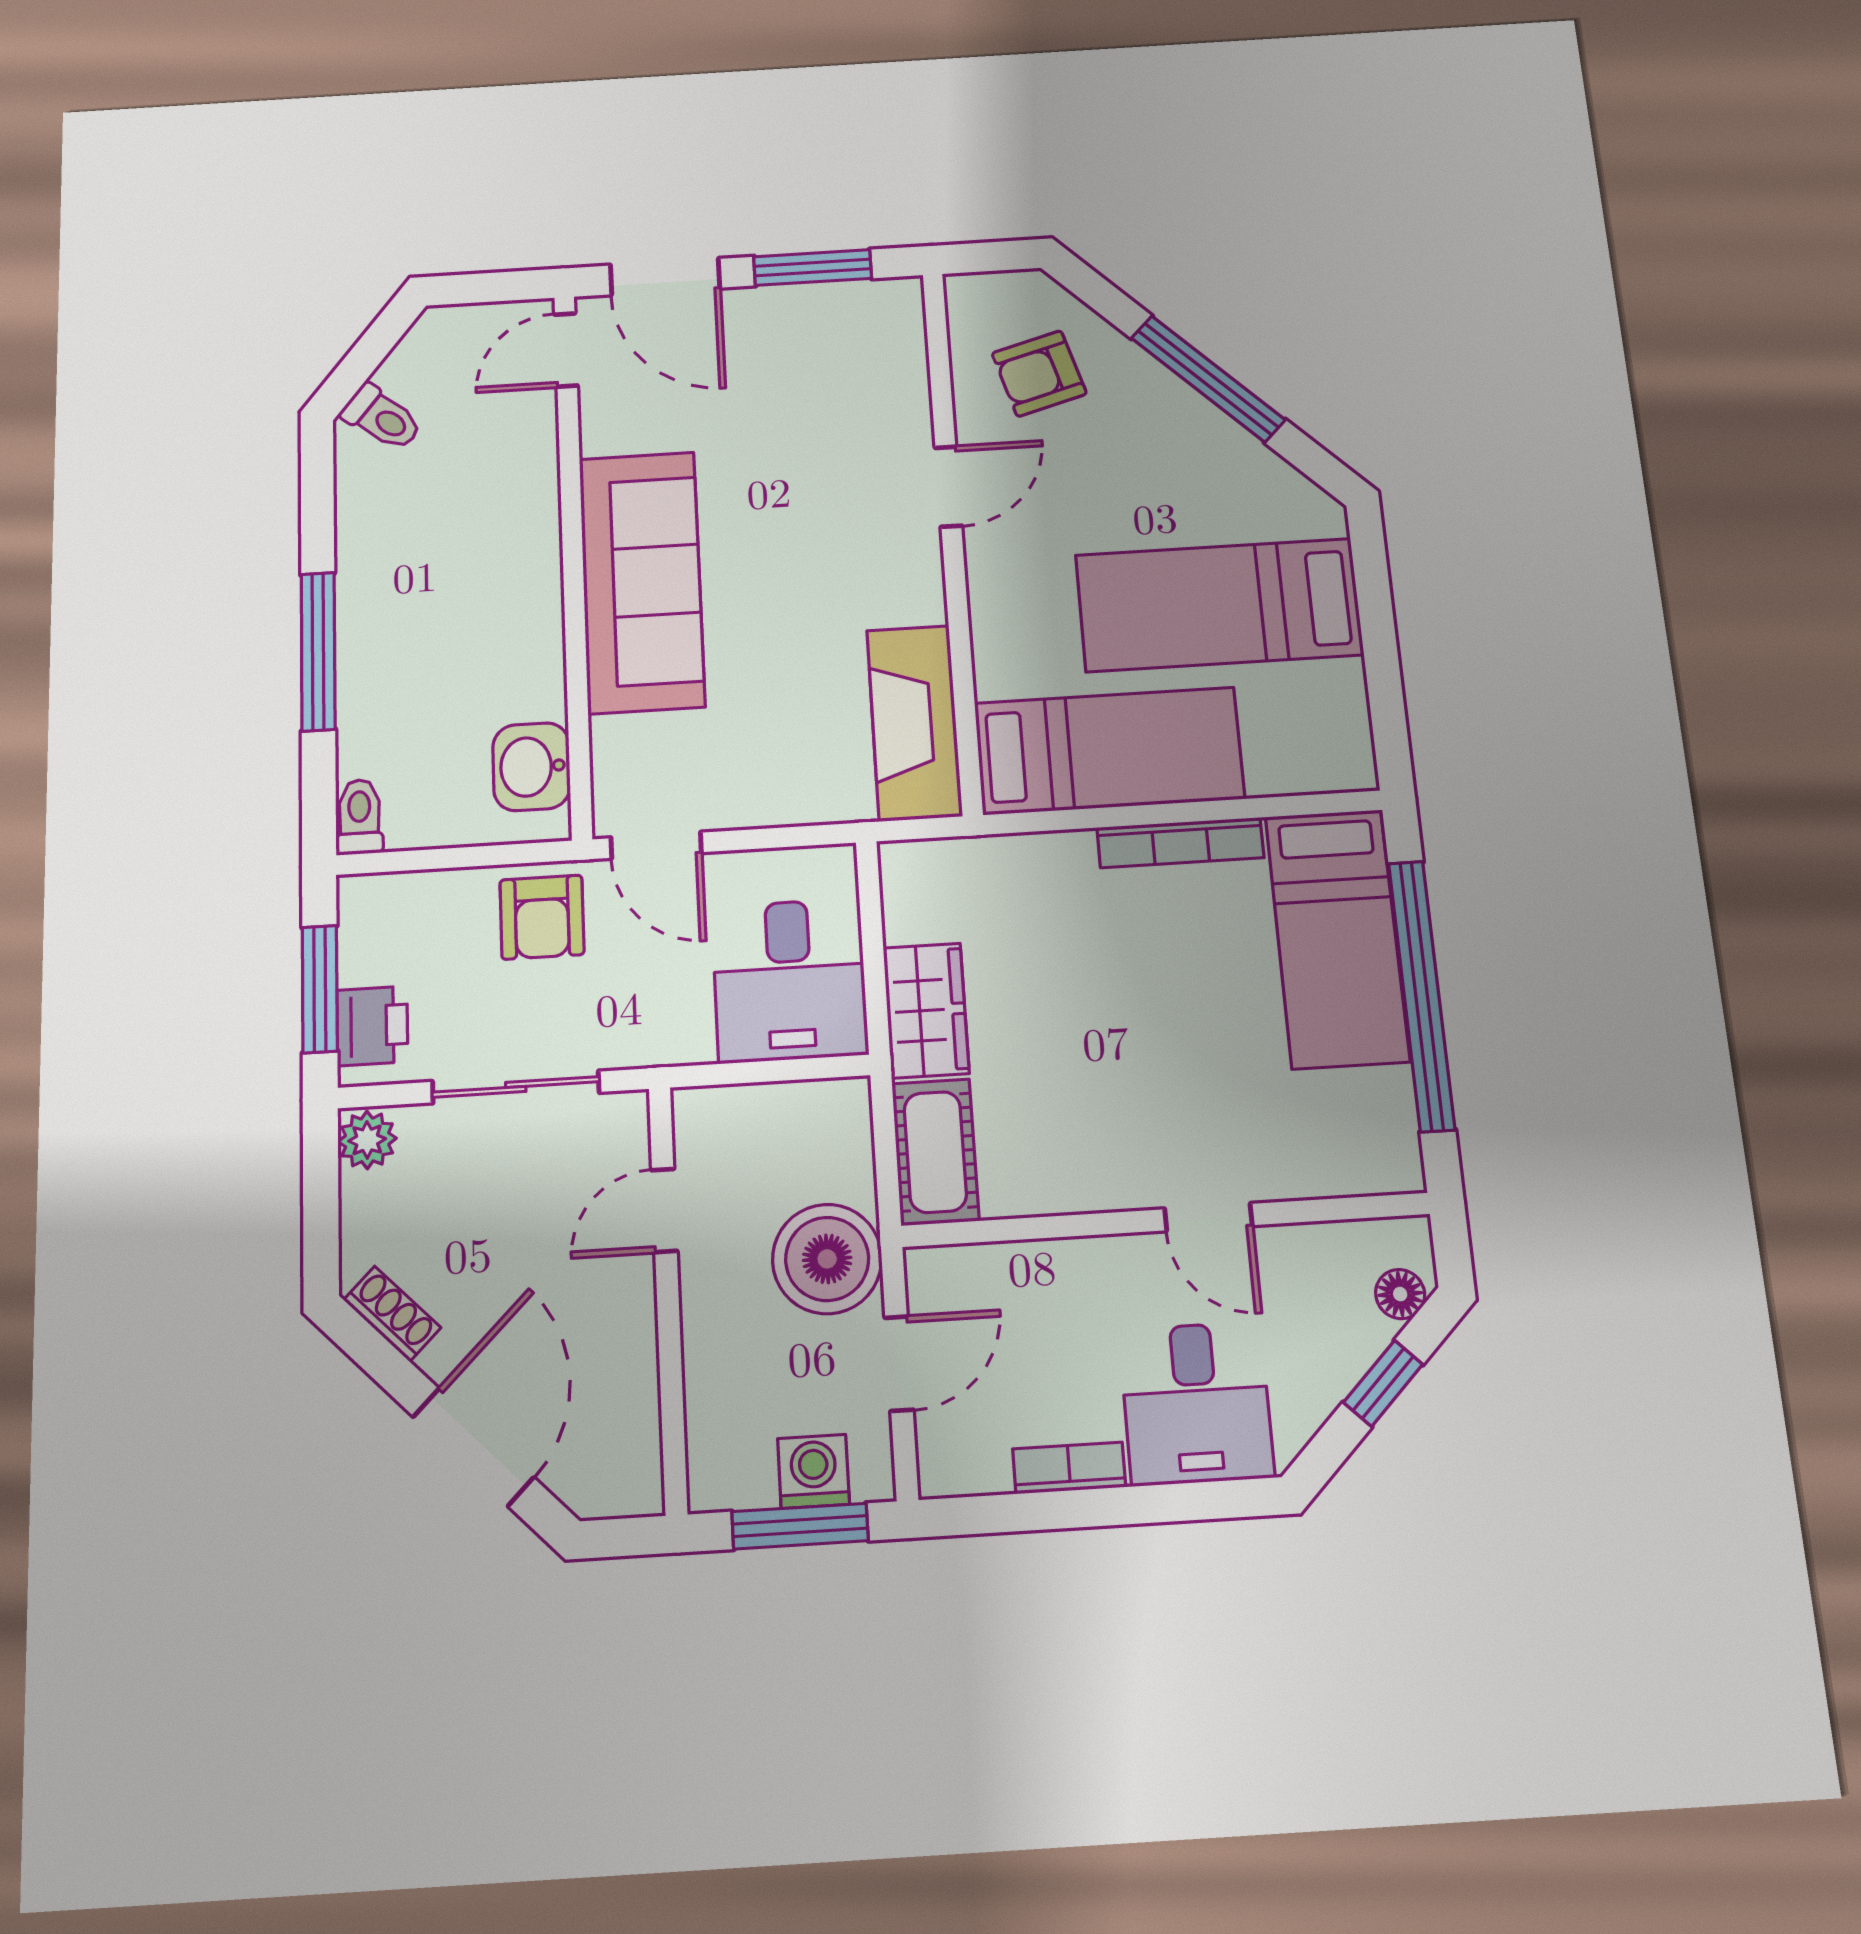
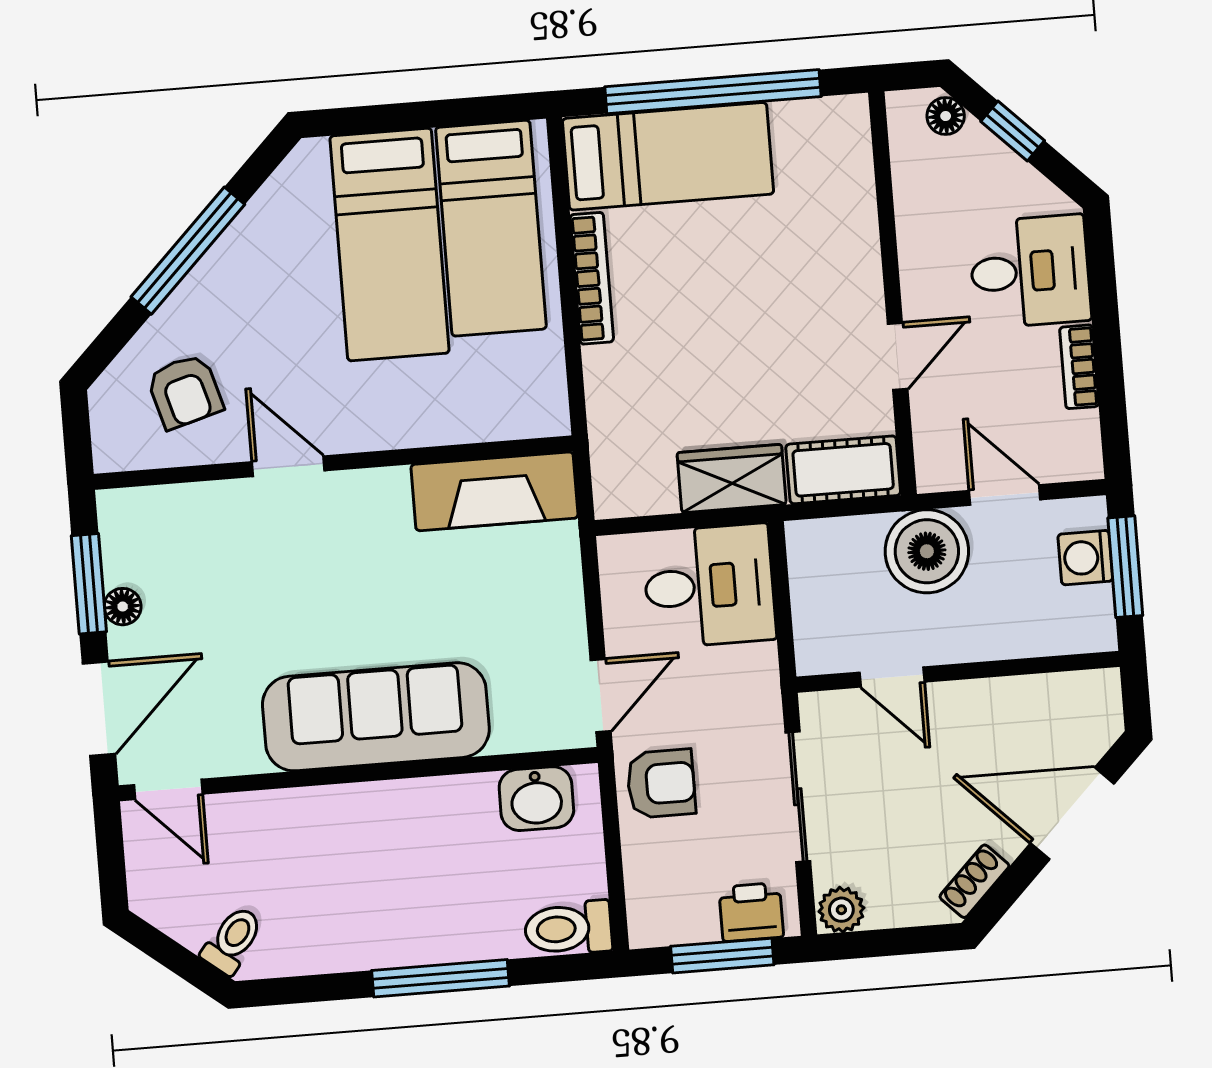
floor lamp: (785, 303) -> (123, 607), added
bed: (1109, 751) -> (491, 228), moved, turned 180
toilet: (359, 817) -> (568, 928), width x1.37, depth x1.39
door: (1208, 1217) -> (898, 356), moved

